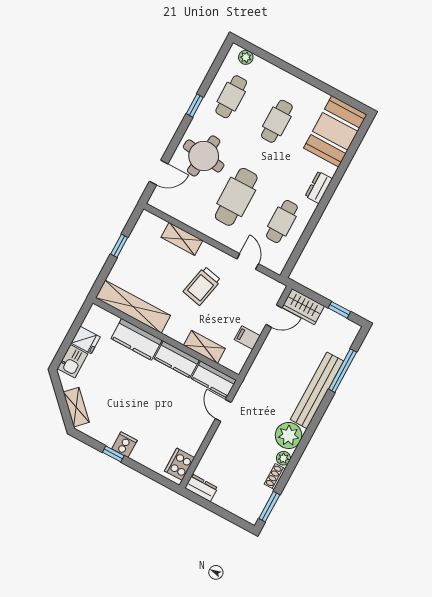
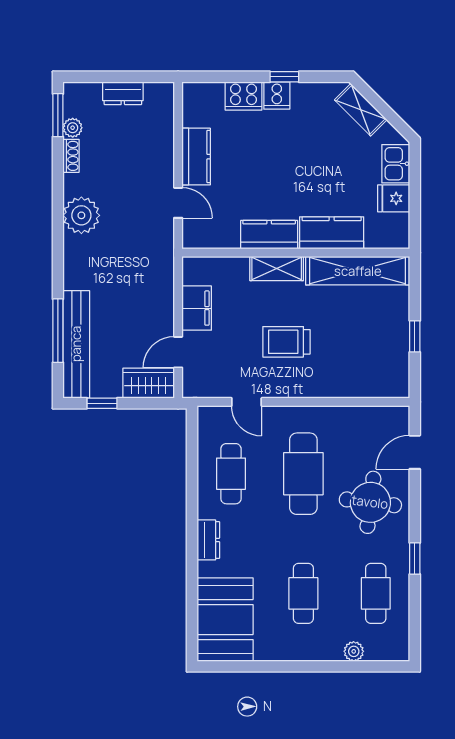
plant: (246, 57) -> (354, 651), moved
shelving: (182, 239) -> (342, 386), removed
trolley: (202, 286) -> (286, 342), turned -102
filing cabinet: (247, 338) -> (197, 308), width x2.00
shelving: (204, 347) -> (277, 269), moved
kitchen counter: (214, 379) -> (196, 157), moved, turned 90
bench: (317, 390) -> (76, 344), moved
plant: (283, 458) -> (73, 128), moved
cooker: (180, 464) -> (243, 96), moved, turned 90
dresser: (201, 488) -> (123, 93), moved

